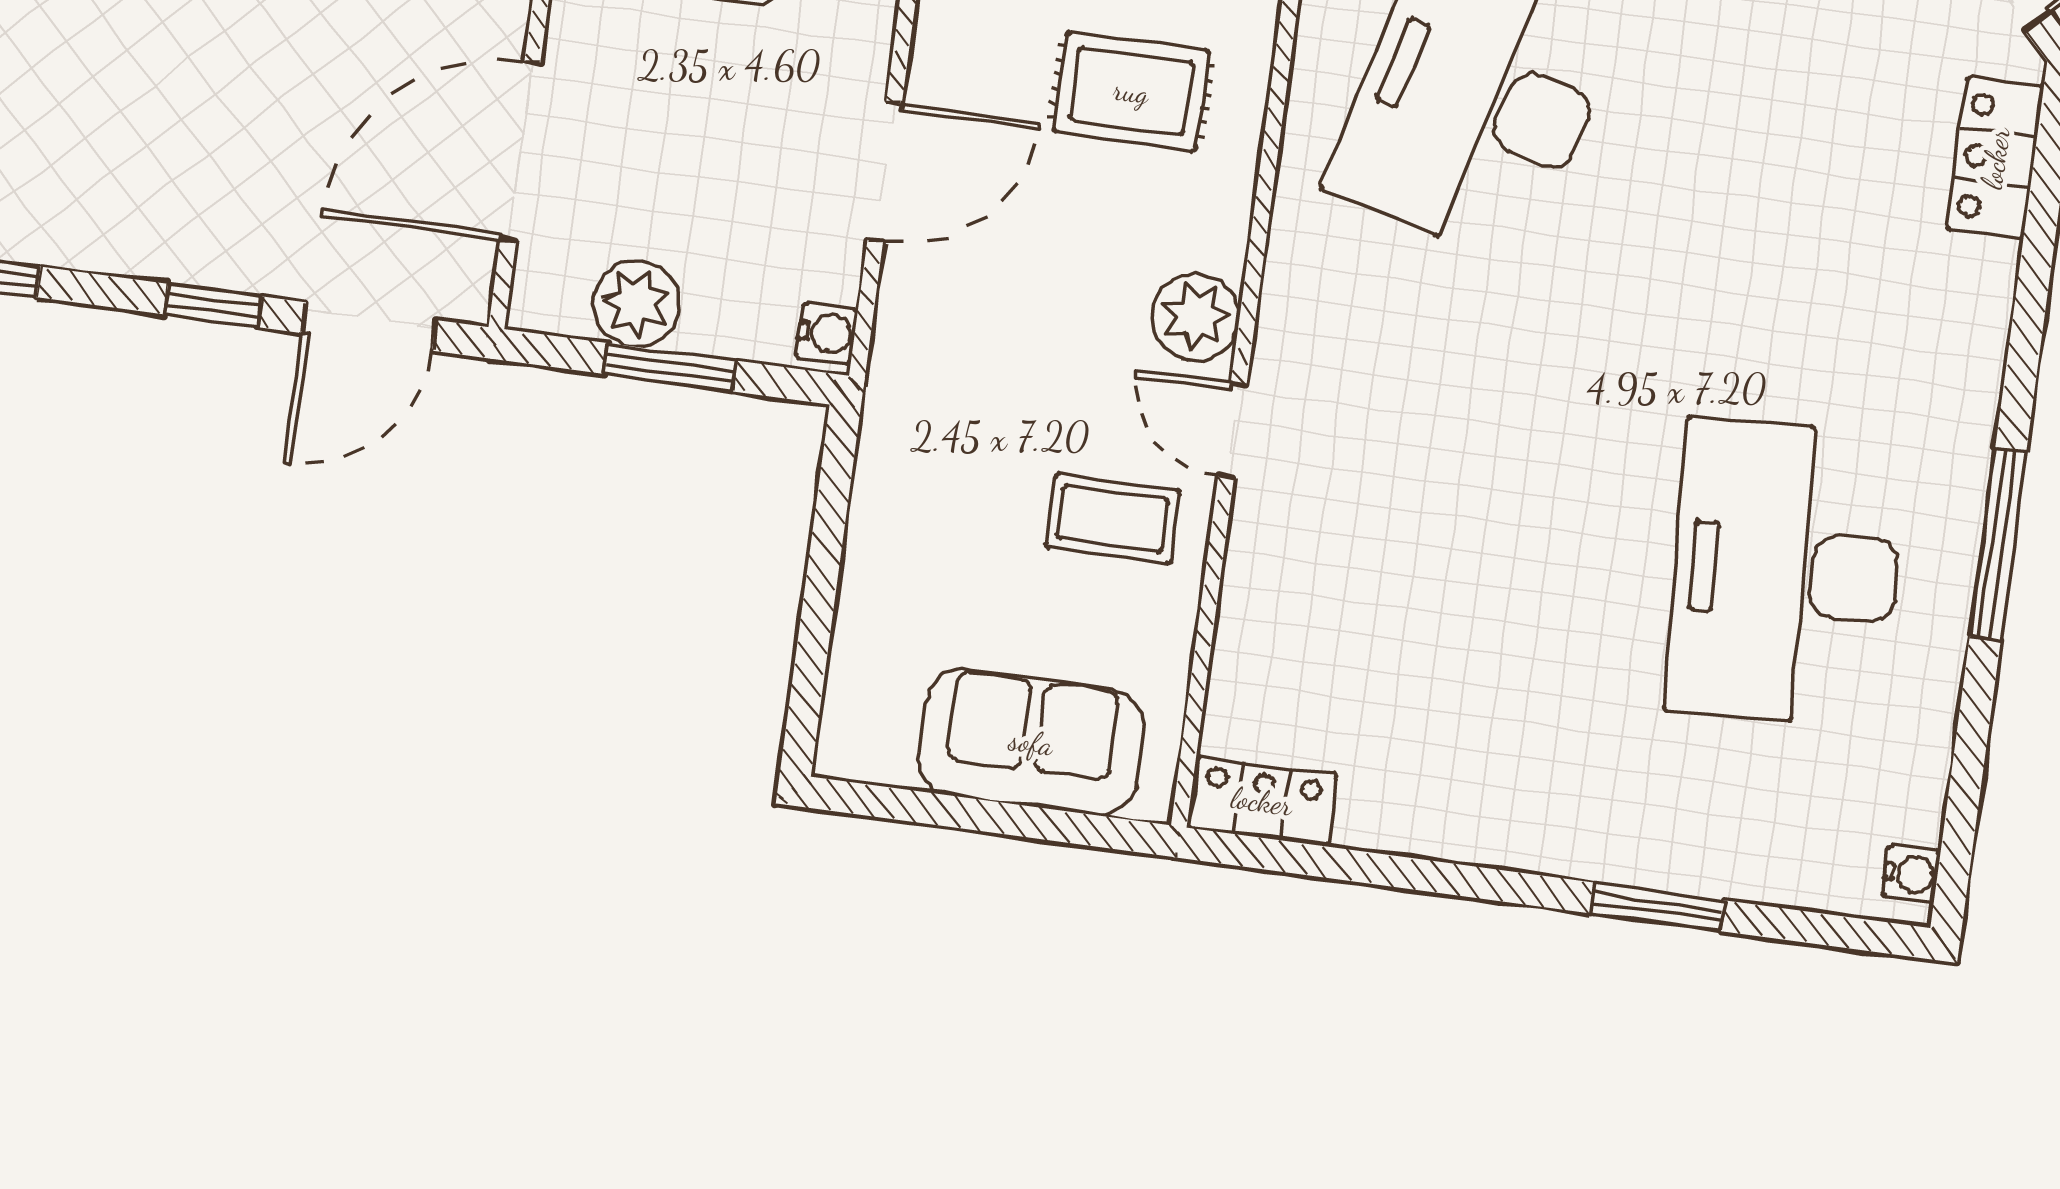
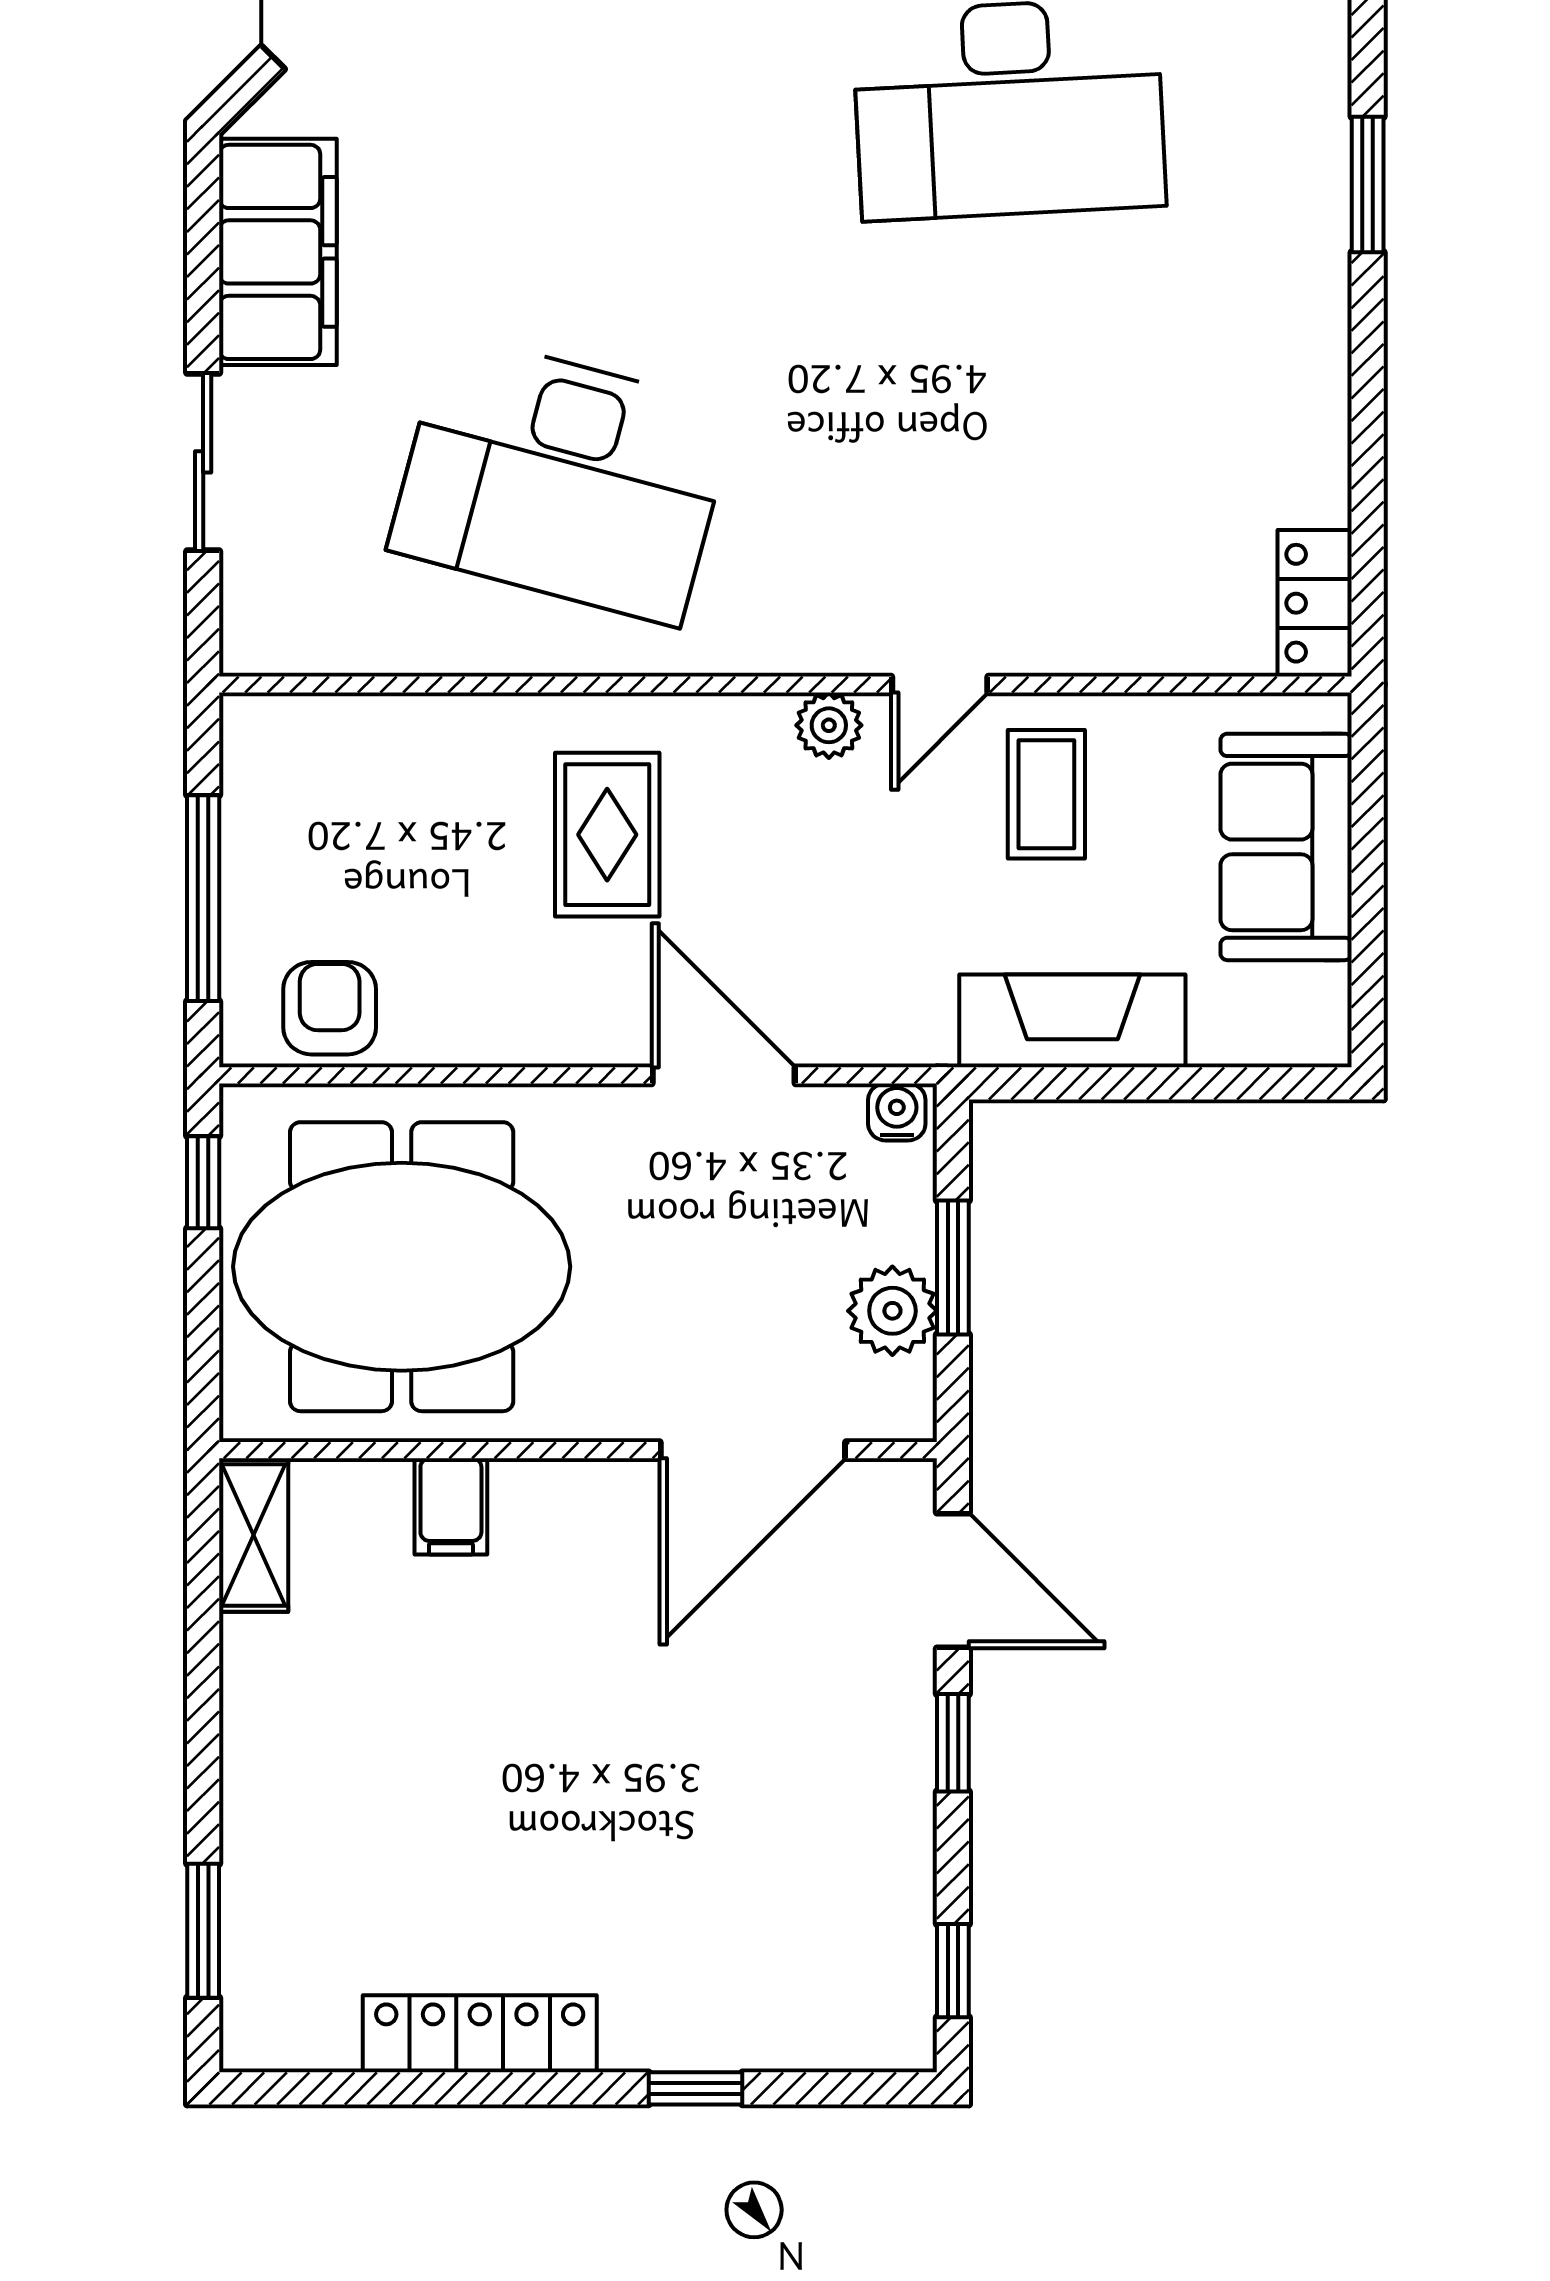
door: (520, 151) -> (753, 1450), hinge flipped
plant: (1196, 317) -> (829, 725), width x0.73, depth x0.73
fireplace: (892, 514) -> (1072, 1021), added

